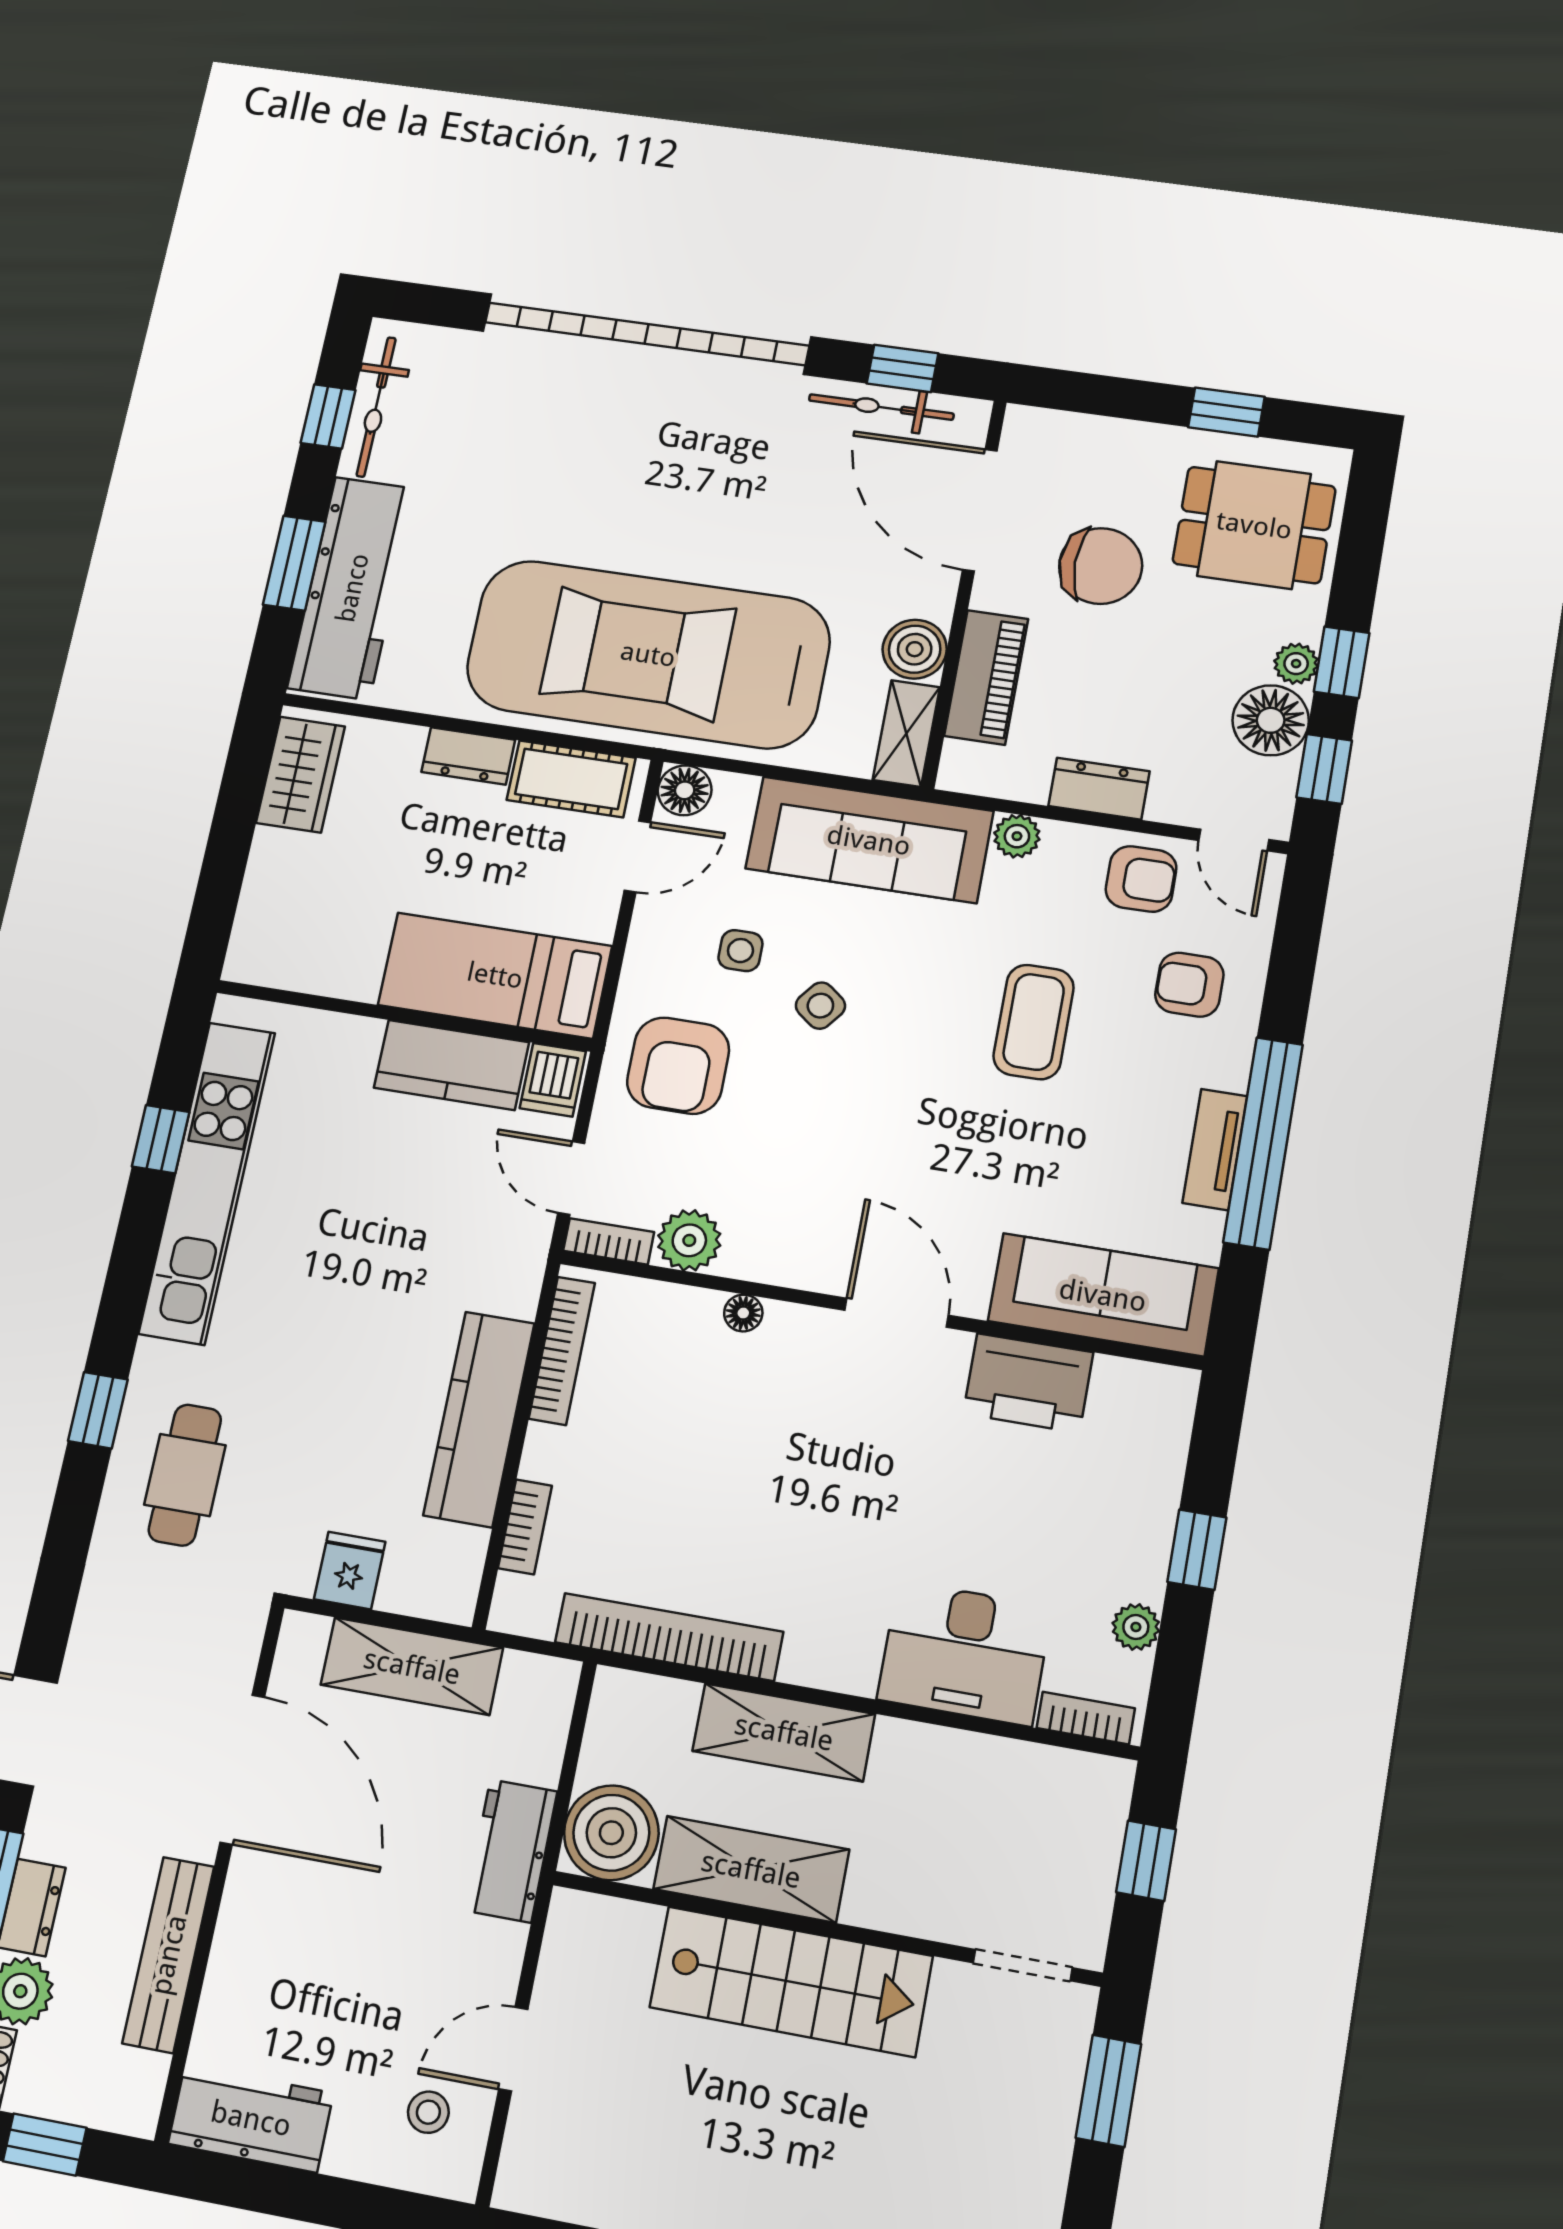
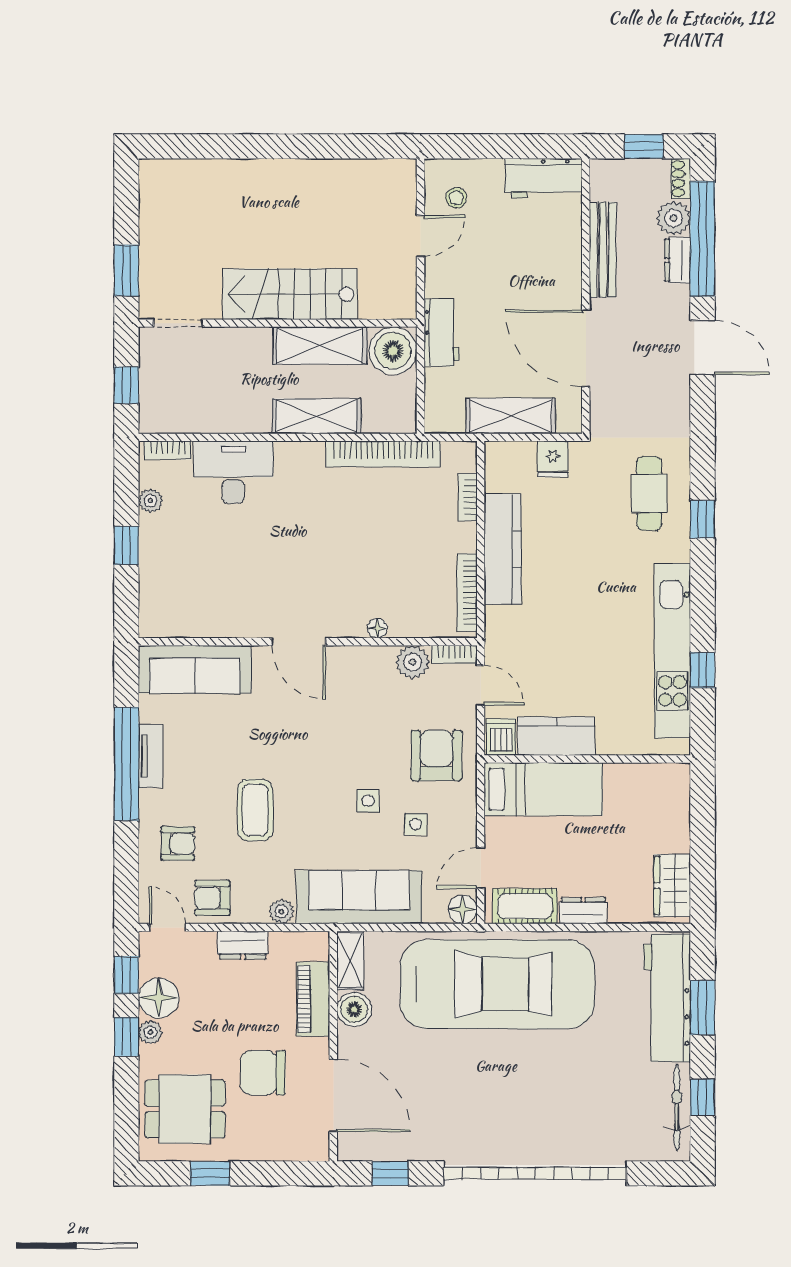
bicycle: (881, 407) -> (398, 1149), removed
side table: (820, 1006) -> (368, 801), turned -38
printer: (1028, 1383) -> (225, 616), removed

